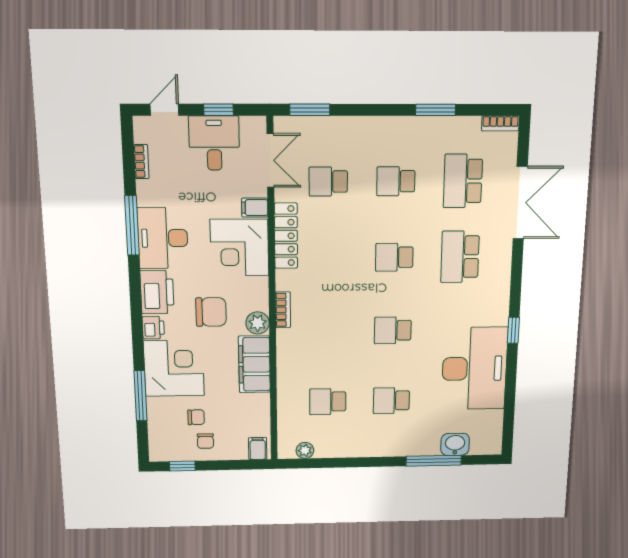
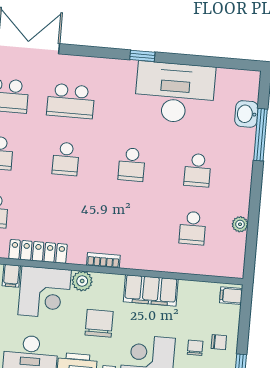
plant: (258, 323) -> (82, 281), moved
plant: (305, 450) -> (240, 224), moved

